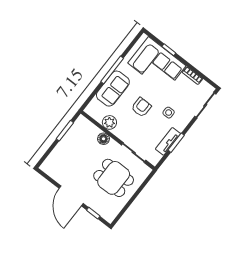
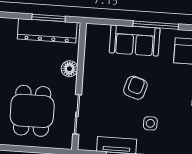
armchair: (141, 107) -> (135, 88), turned -73
plant: (109, 122) -> (93, 63), removed
dresser: (72, 137) -> (47, 31), added

